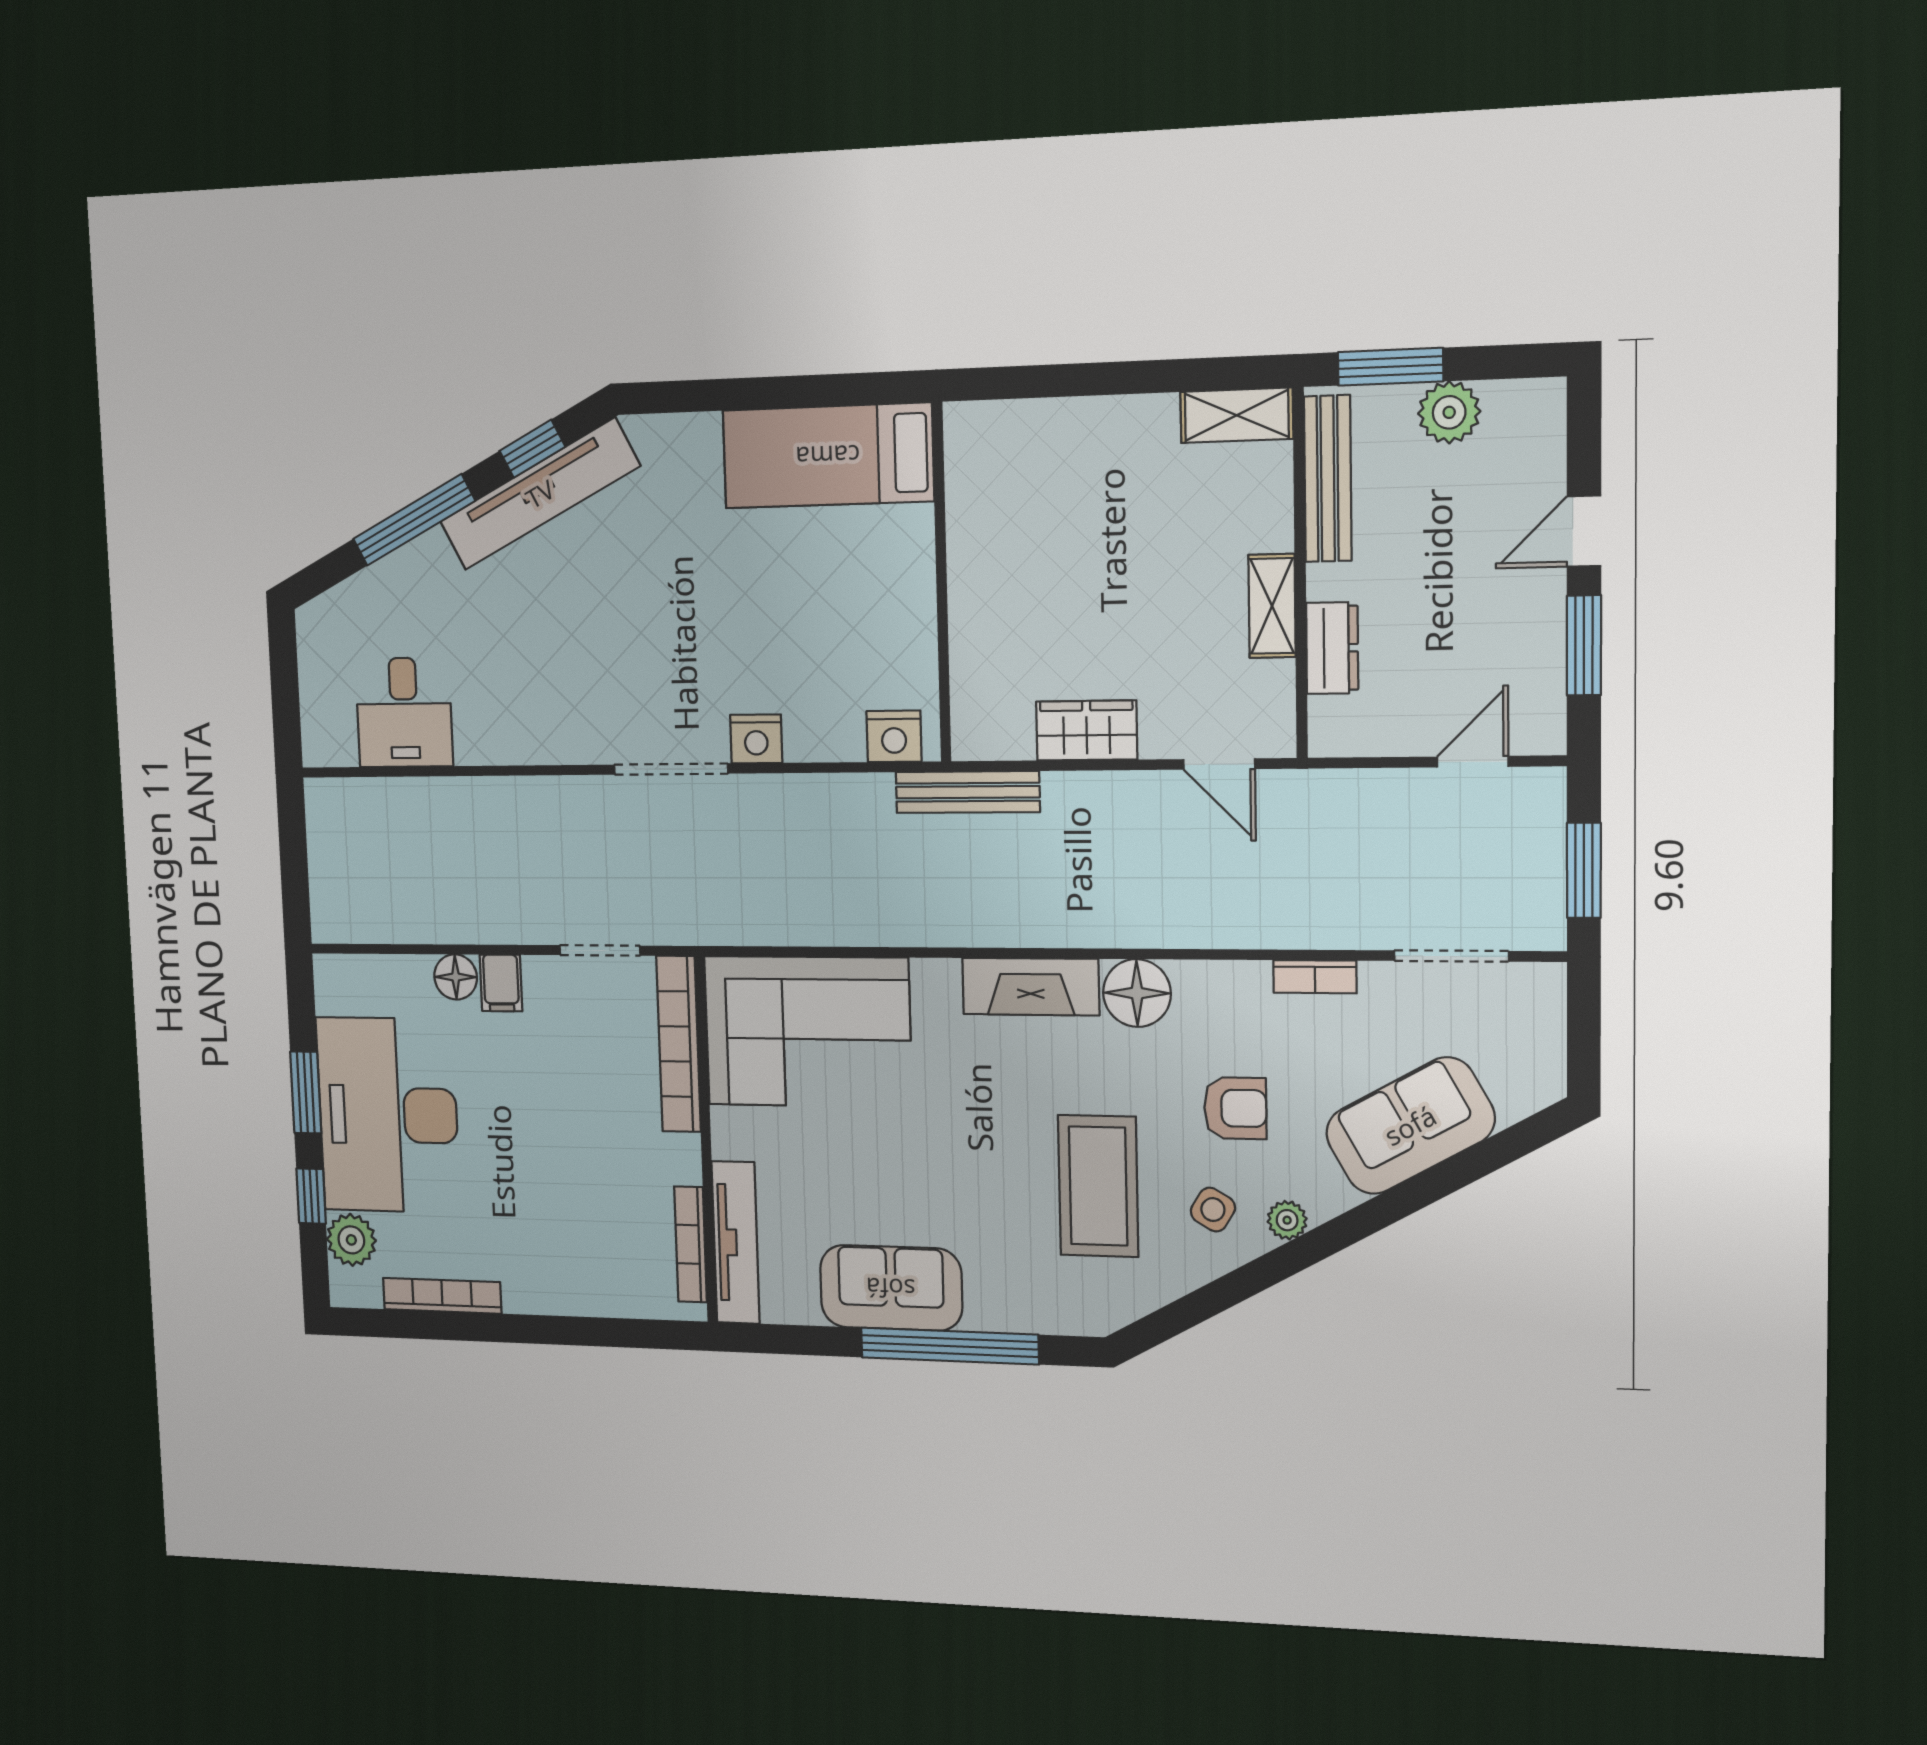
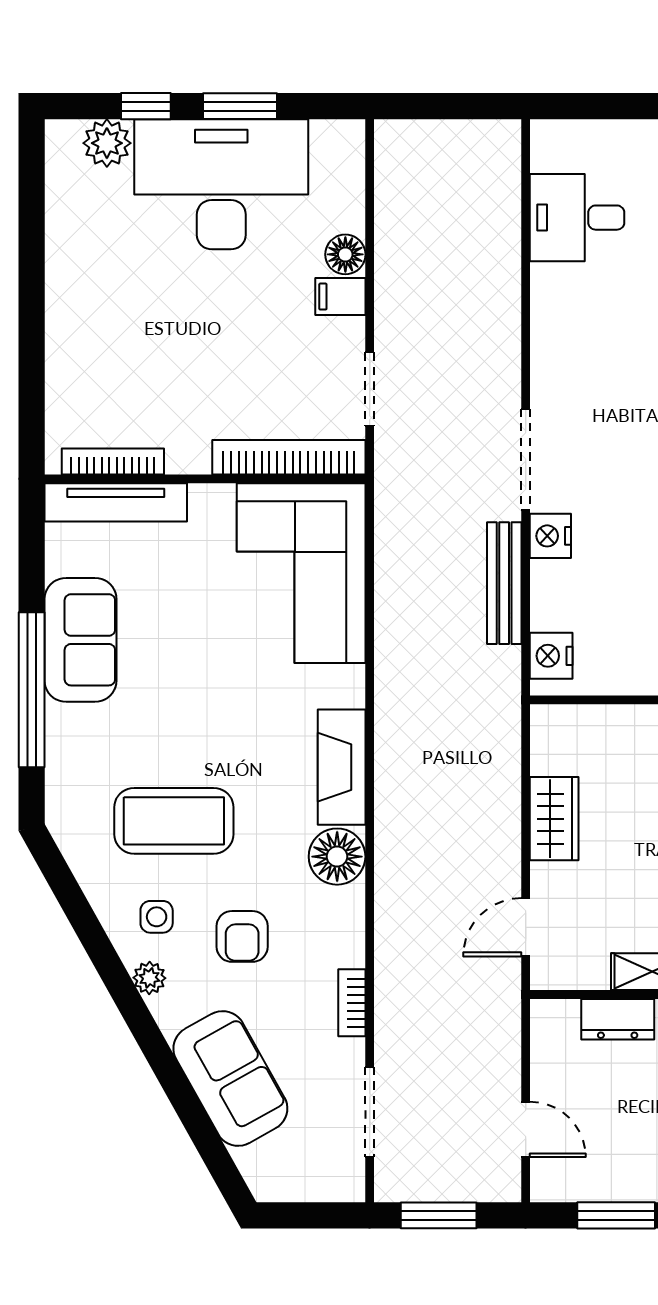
bench: (968, 792) -> (504, 583), moved
side table: (1213, 1210) -> (157, 917), turned -31
bookcase: (442, 1296) -> (59, 228), removed

